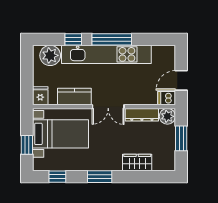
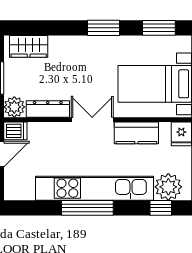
window: (73, 39) -> (161, 208), moved
wardrobe: (137, 162) -> (29, 46), moved
window: (57, 177) -> (159, 28), width x1.50

